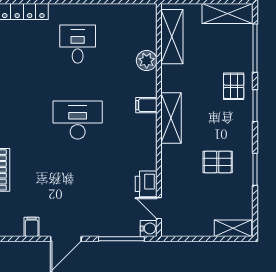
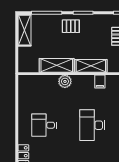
shelving: (172, 37) -> (57, 65), moved
plant: (147, 61) -> (65, 81), moved
filing cabinet: (146, 105) -> (100, 82), moved

